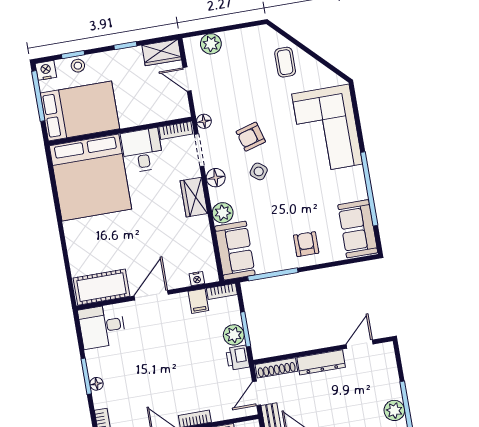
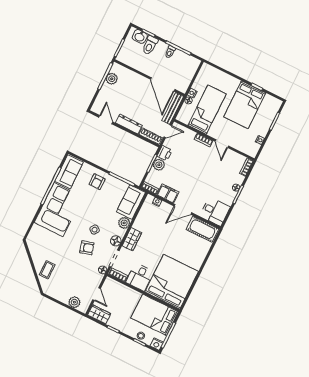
corner sofa: (327, 129) -> (59, 209), moved
filing cabinet: (198, 301) -> (168, 193), width x2.00
door: (360, 344) -> (106, 120), swing flipped

